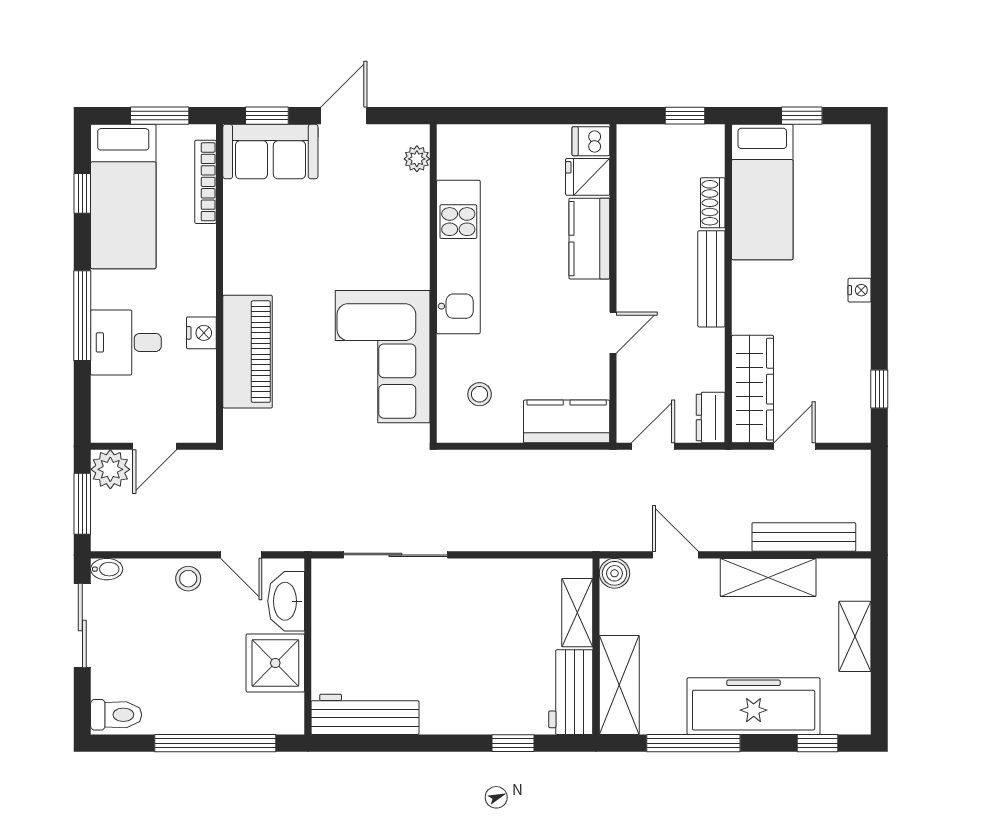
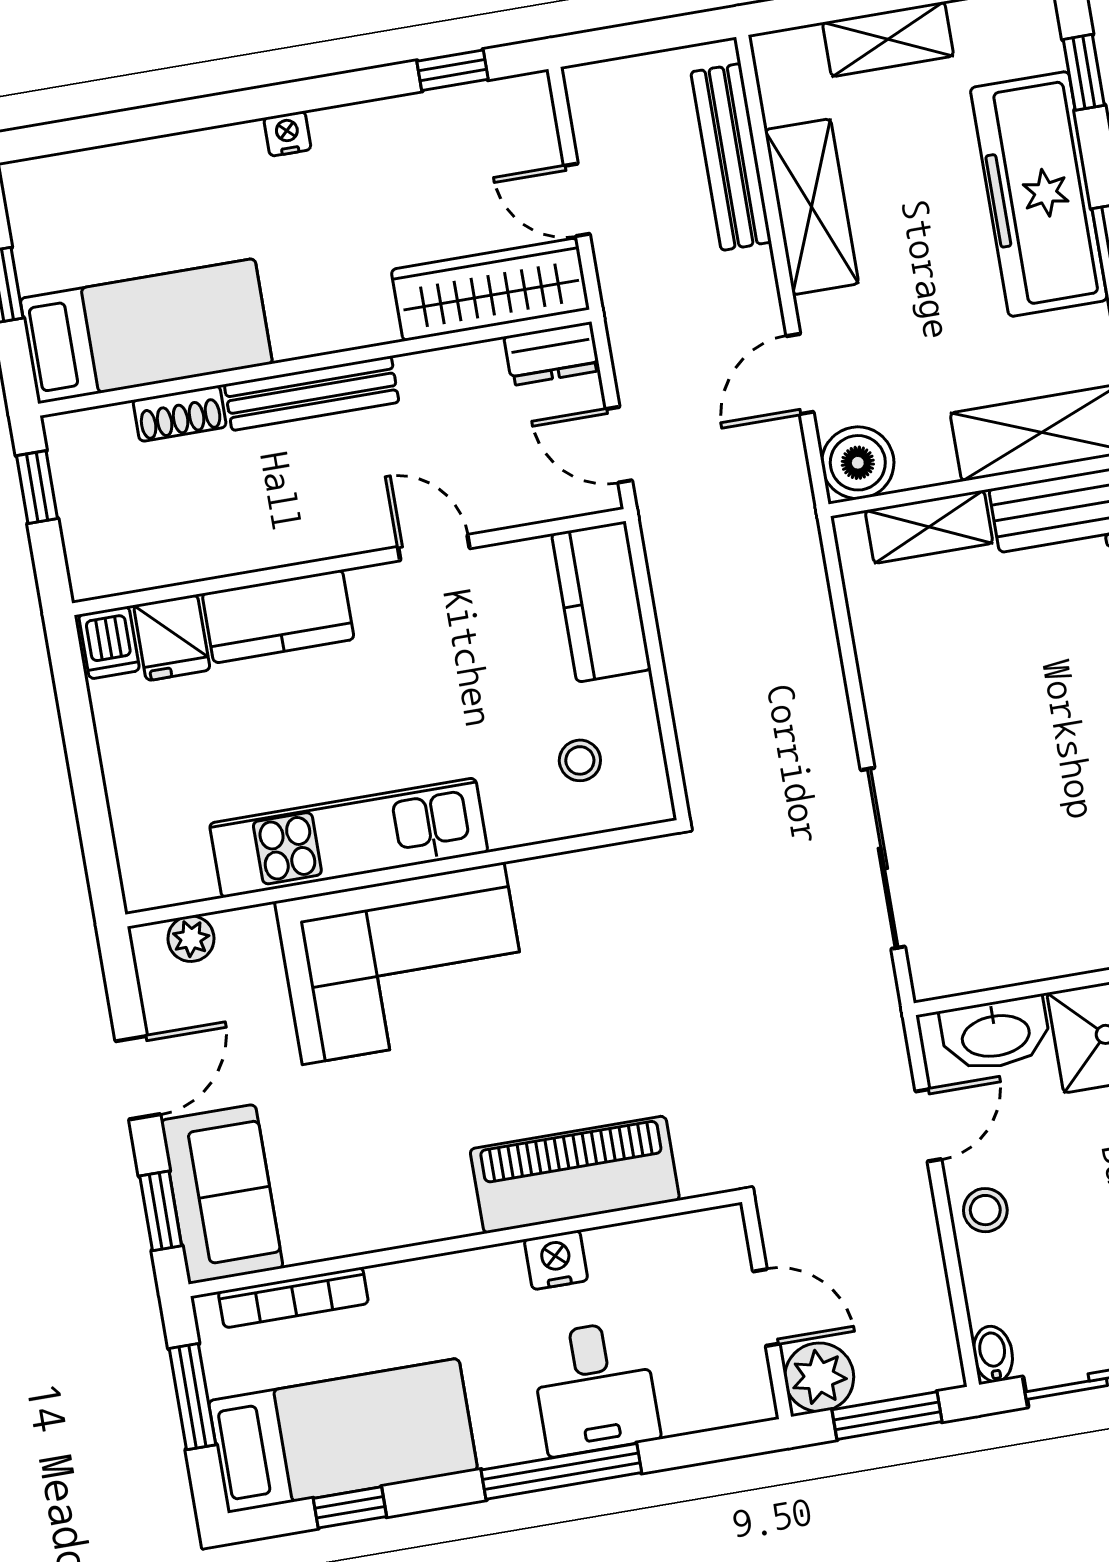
door: (344, 116) -> (138, 1078), swing flipped
corner sofa: (383, 357) -> (403, 963), moved
boiler: (615, 573) -> (858, 463), width x1.36, depth x1.36

